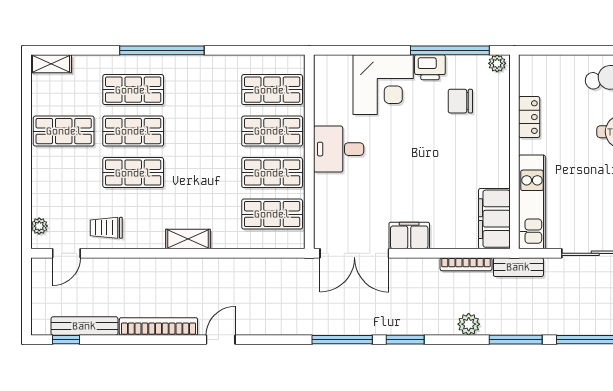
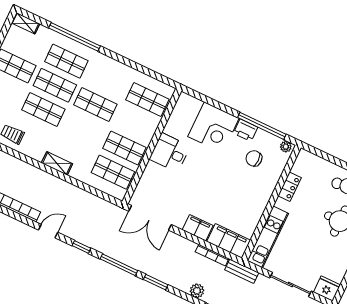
window: (162, 50) -> (75, 37), moved
shop shelf: (272, 131) -> (95, 105), moved
filing cabinet: (494, 219) -> (229, 241), moved, turned 90
filing cabinet: (409, 236) -> (198, 228), moved
window: (278, 340) -> (81, 247), added

